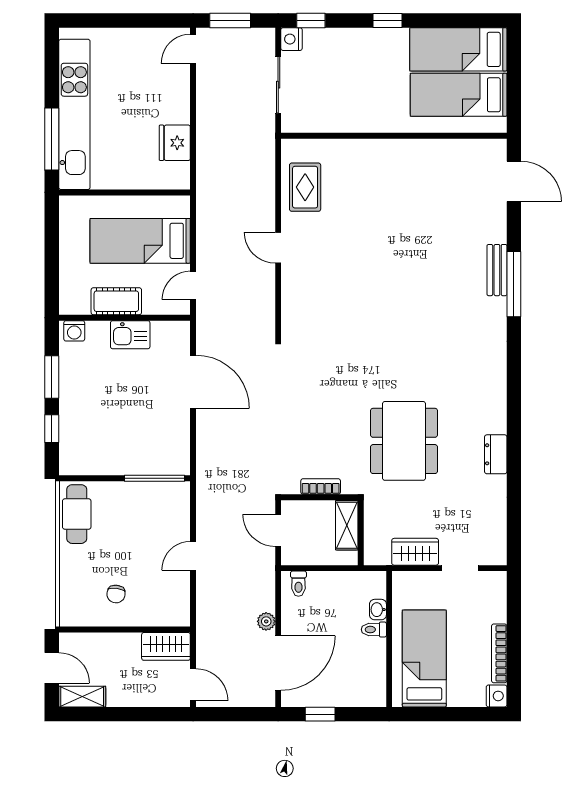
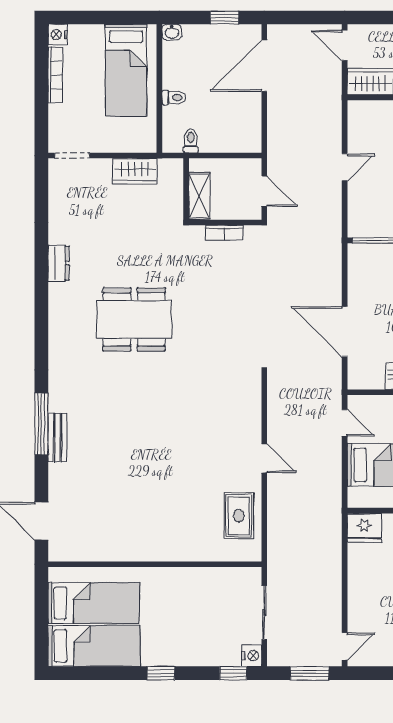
fridge: (175, 143) -> (364, 528), moved, turned 90
door: (193, 285) -> (345, 423), hinge flipped
dining table: (404, 441) -> (134, 319), moved, turned 90
doorway: (460, 568) -> (72, 156), moved
toilet: (298, 584) -> (191, 141), moved
washbasin: (378, 610) -> (172, 32), moved, turned 90
plant: (266, 621) -> (275, 105), removed

